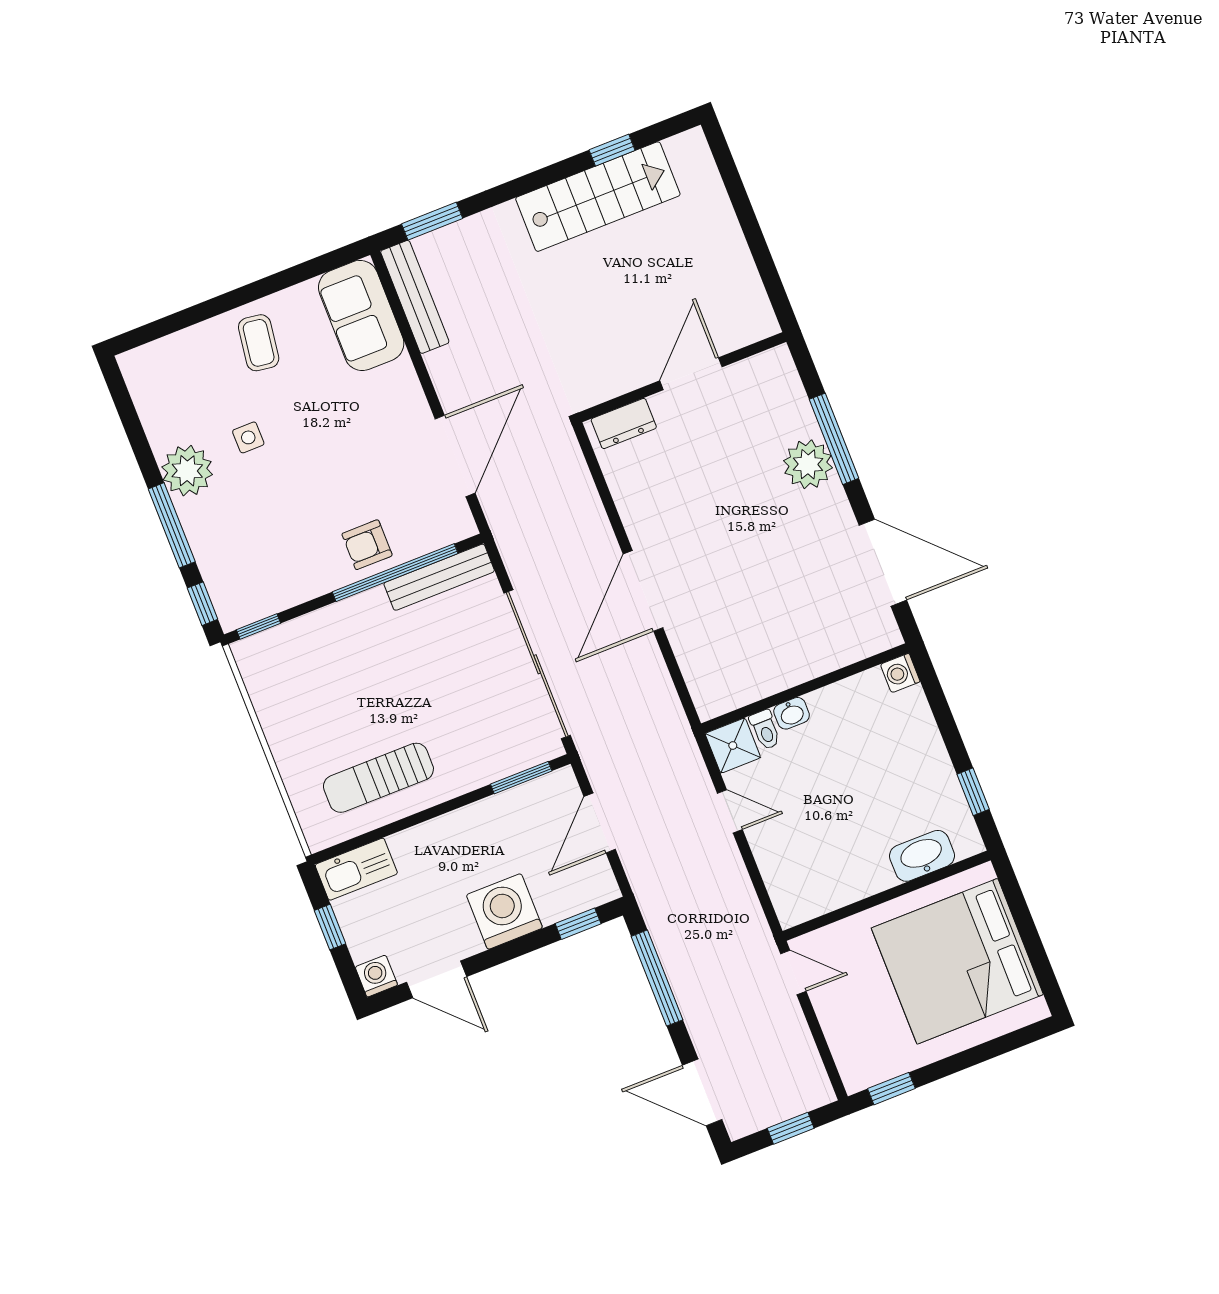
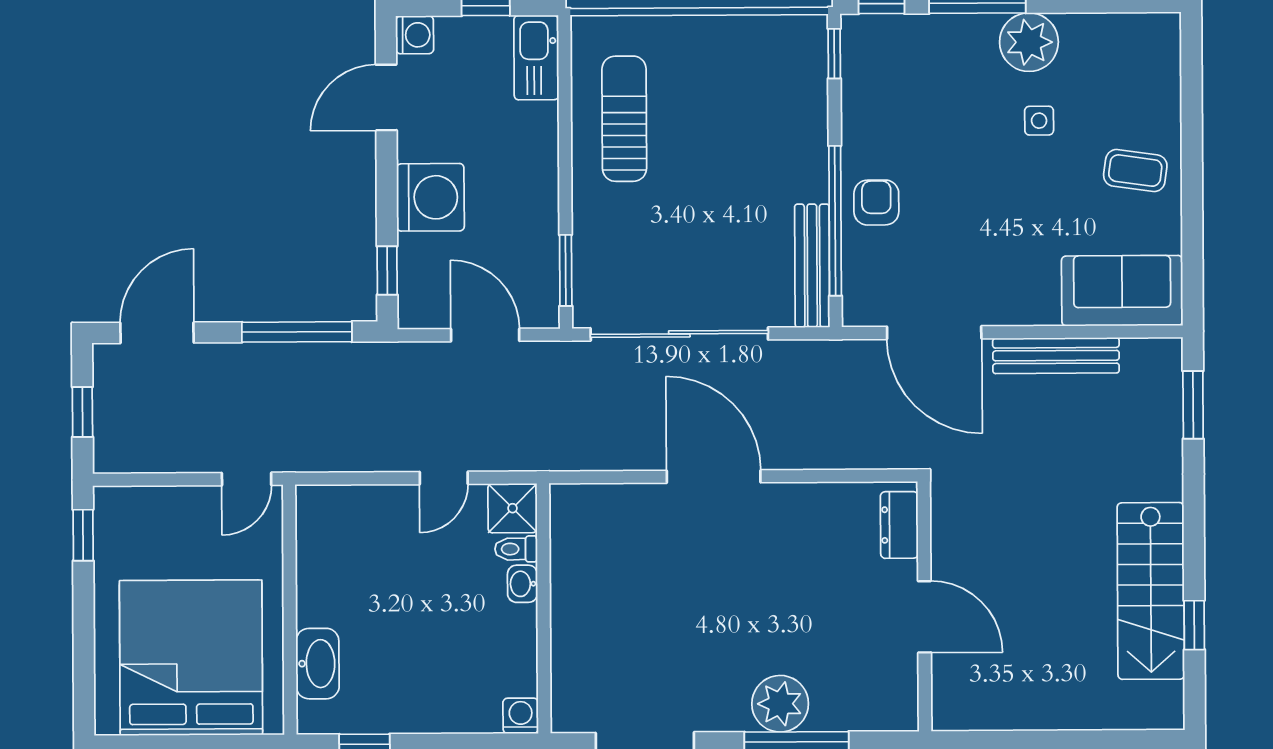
bench: (415, 297) -> (1056, 356), moved

